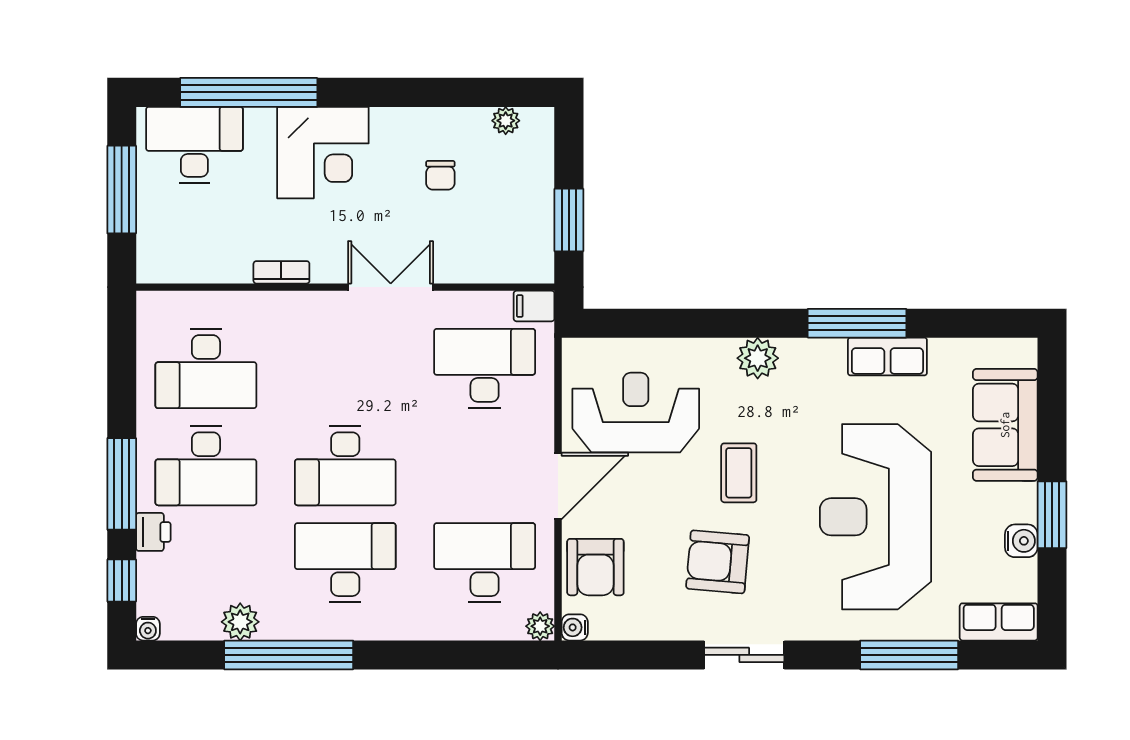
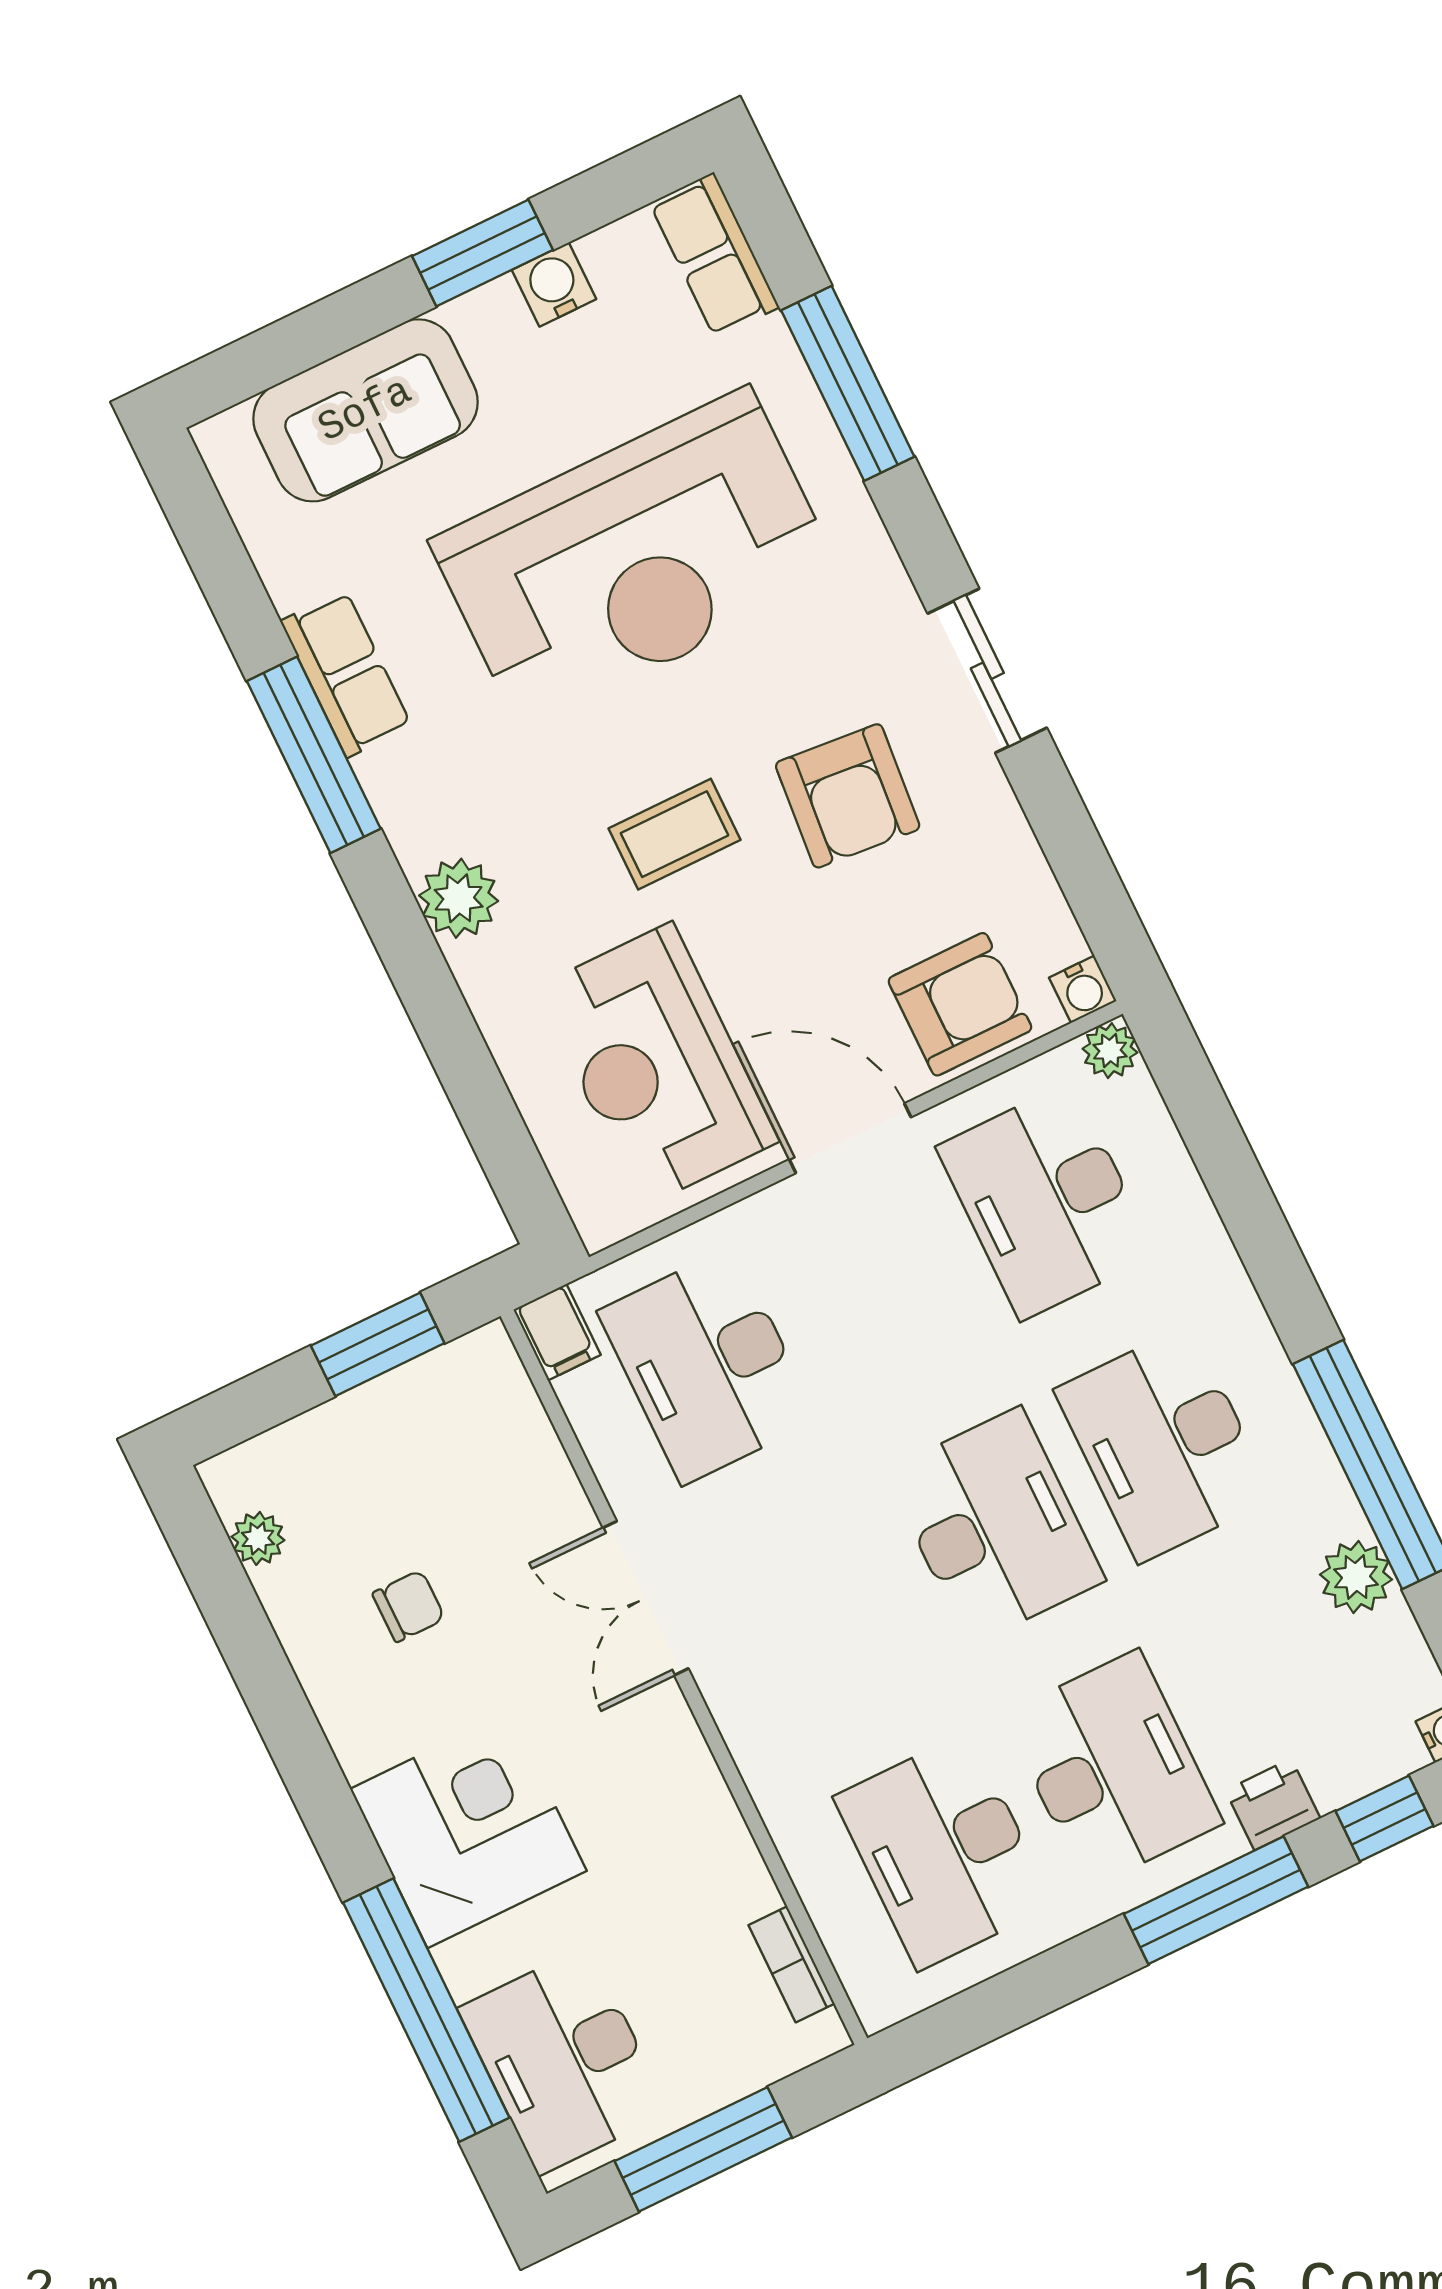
bookcase: (281, 272) -> (792, 1964), moved
desk: (206, 368) -> (944, 1851), turned 180

